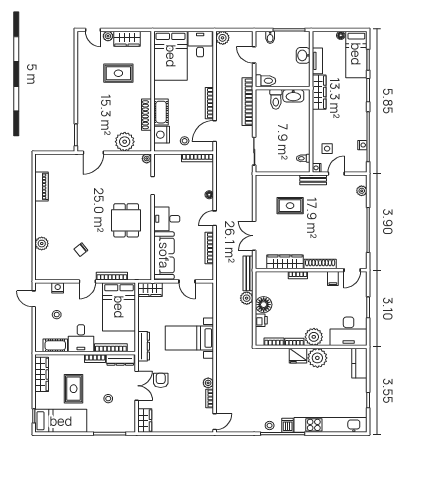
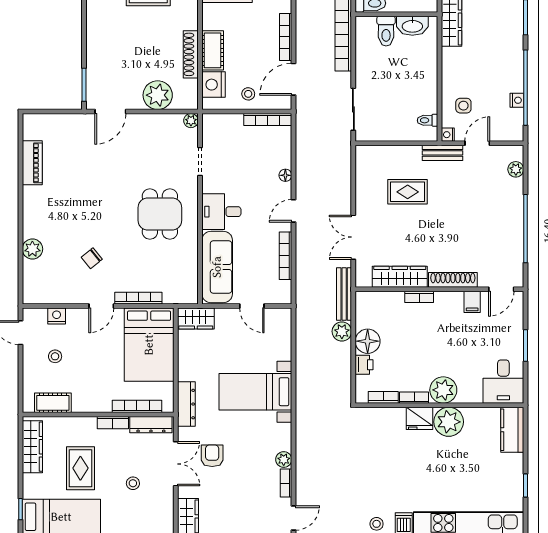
desk: (349, 331) -> (503, 382), width x0.73
desk: (81, 338) -> (92, 392), removed

